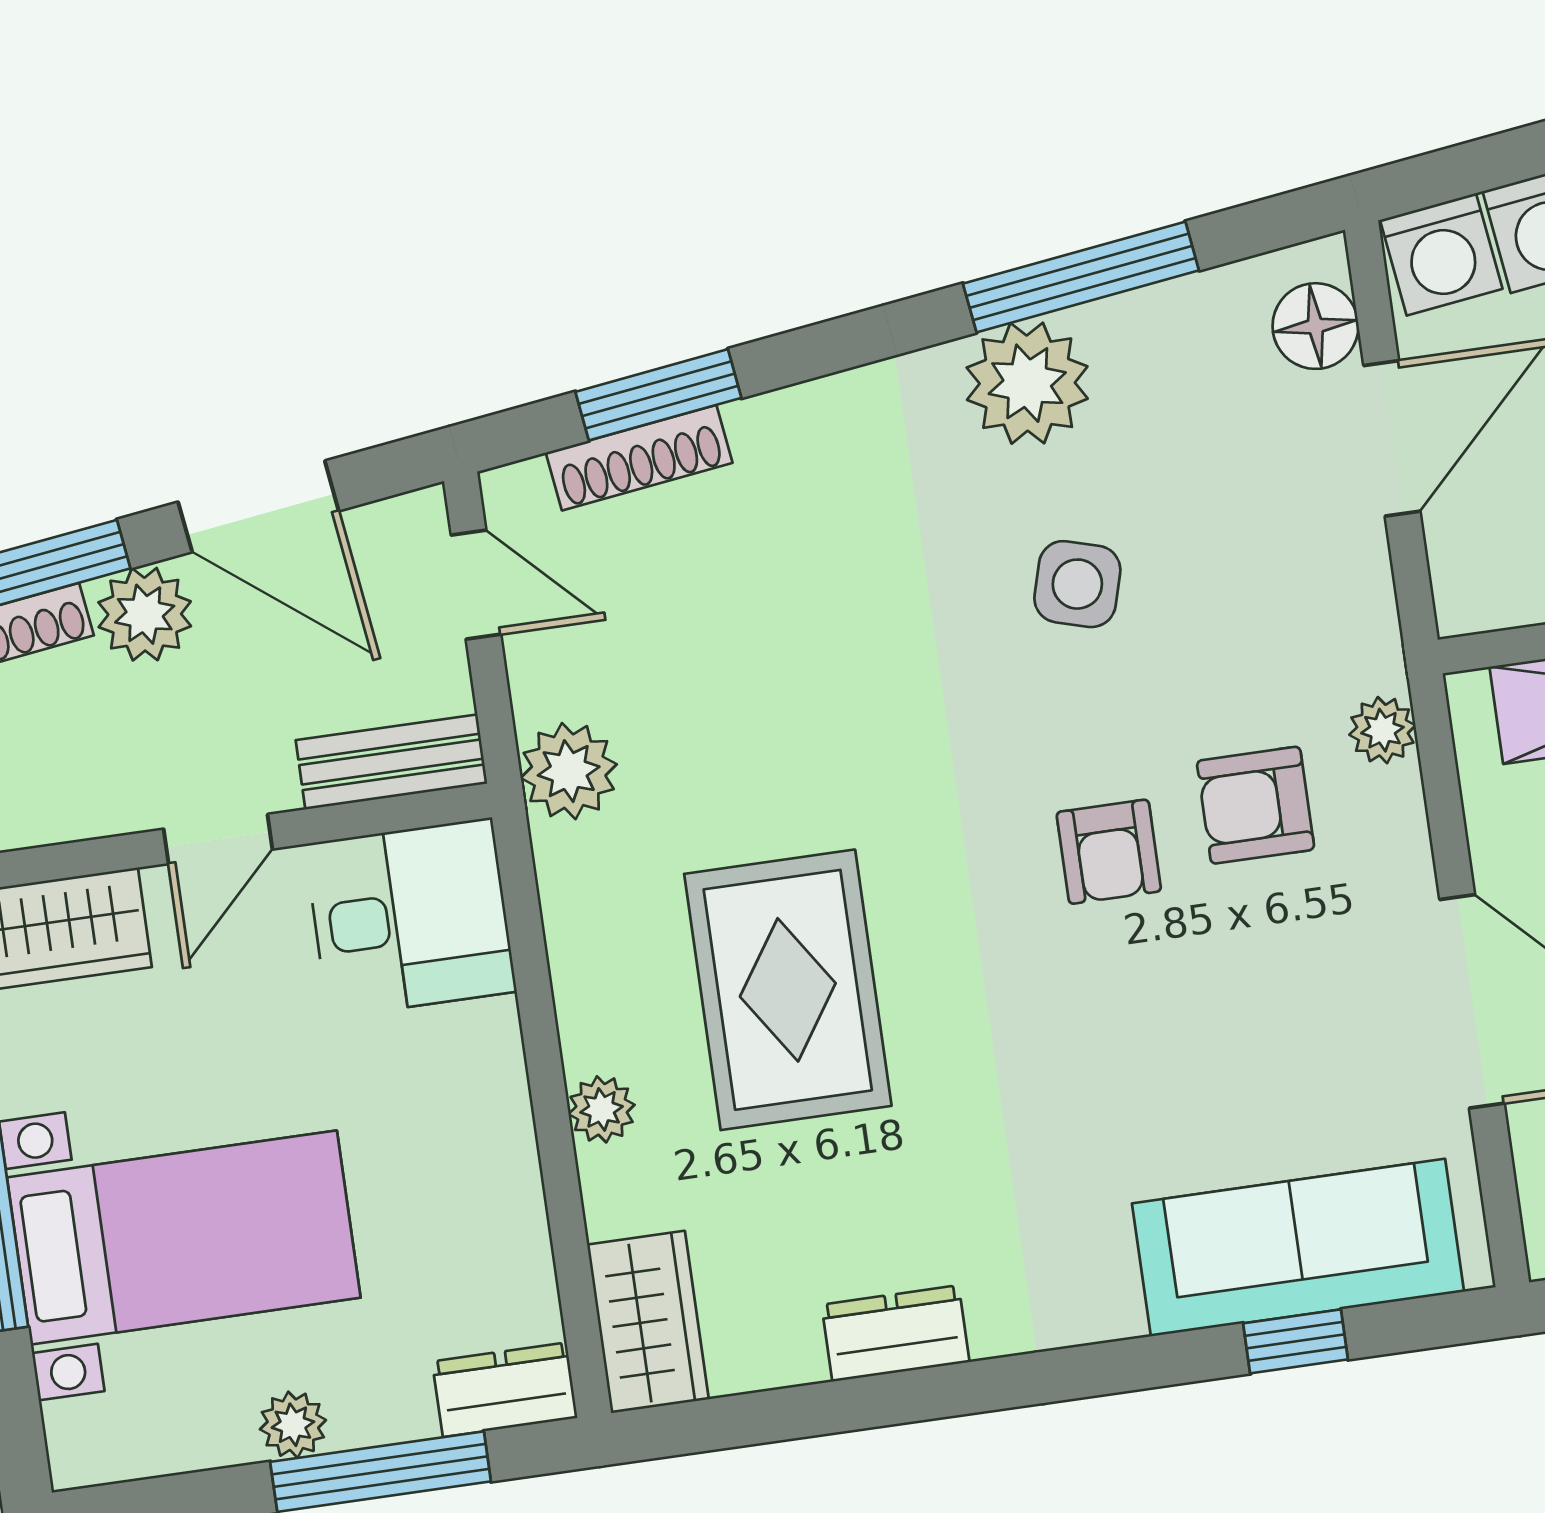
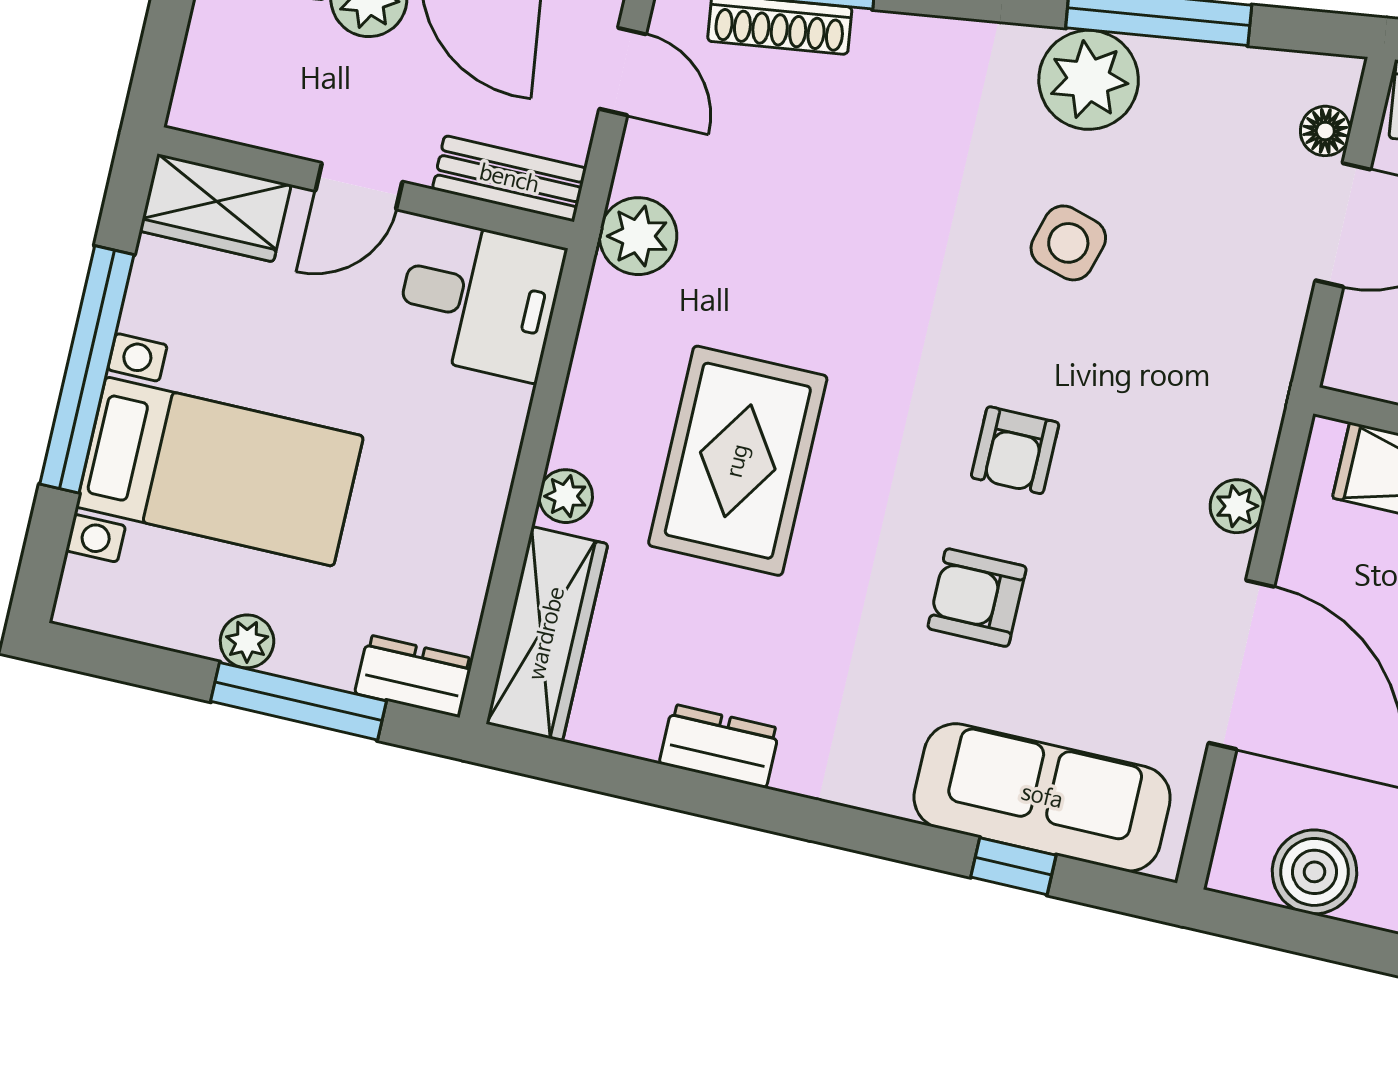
floor lamp: (1315, 326) -> (1325, 131), width x0.73, depth x0.73
plant: (1382, 730) -> (1237, 506), moved
armchair: (1256, 805) -> (977, 598), moved
wardrobe: (648, 1322) -> (547, 634), width x1.50

